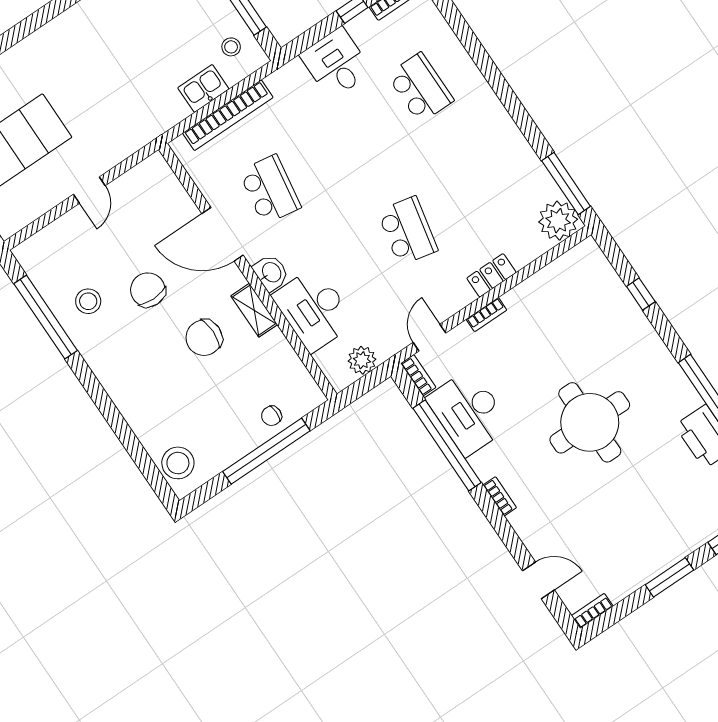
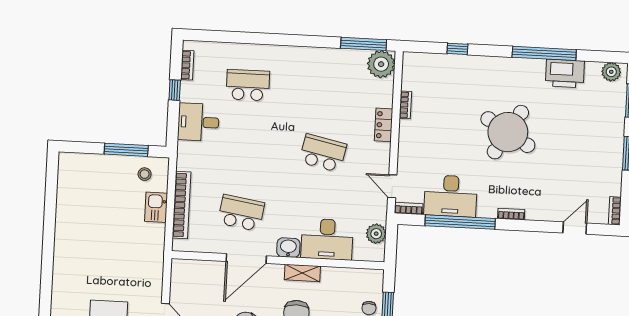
bookcase: (486, 315) -> (405, 105), moved
round table: (590, 422) -> (508, 132), turned 31

